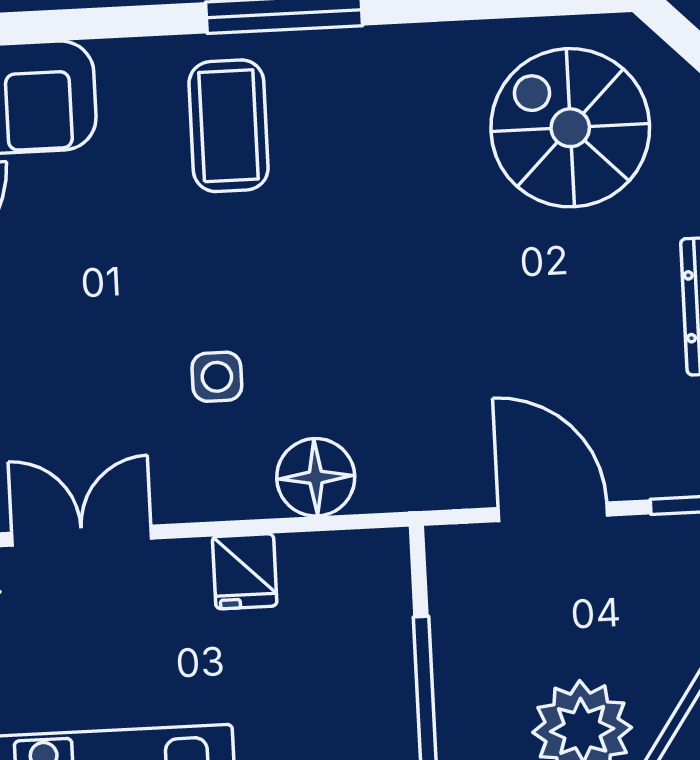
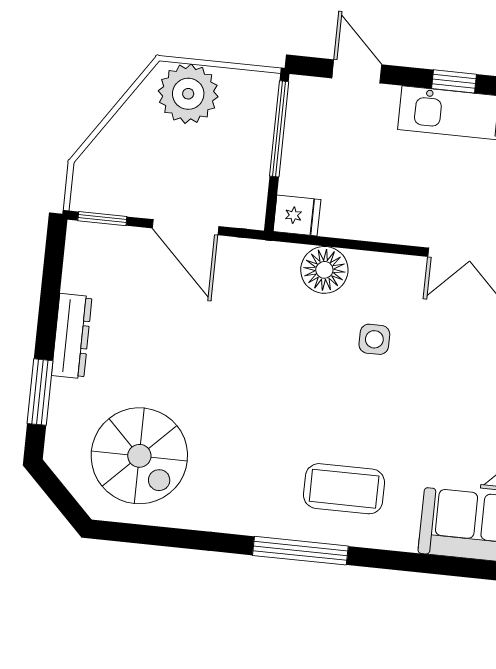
coffee table: (229, 126) -> (344, 489), turned 90
fridge: (245, 571) -> (297, 216), moved, turned 90

